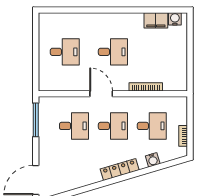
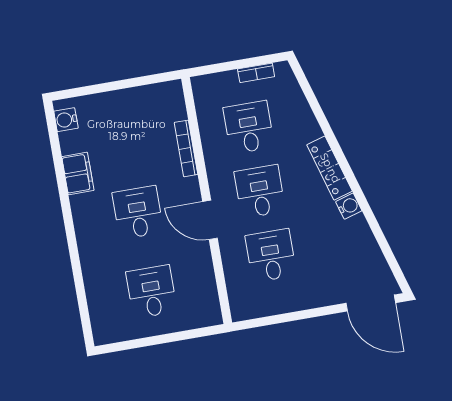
filing cabinet: (156, 20) -> (78, 173), moved
door: (101, 94) -> (210, 220), hinge flipped
window: (36, 120) -> (272, 320), removed
water cooler: (153, 160) -> (349, 206), moved

